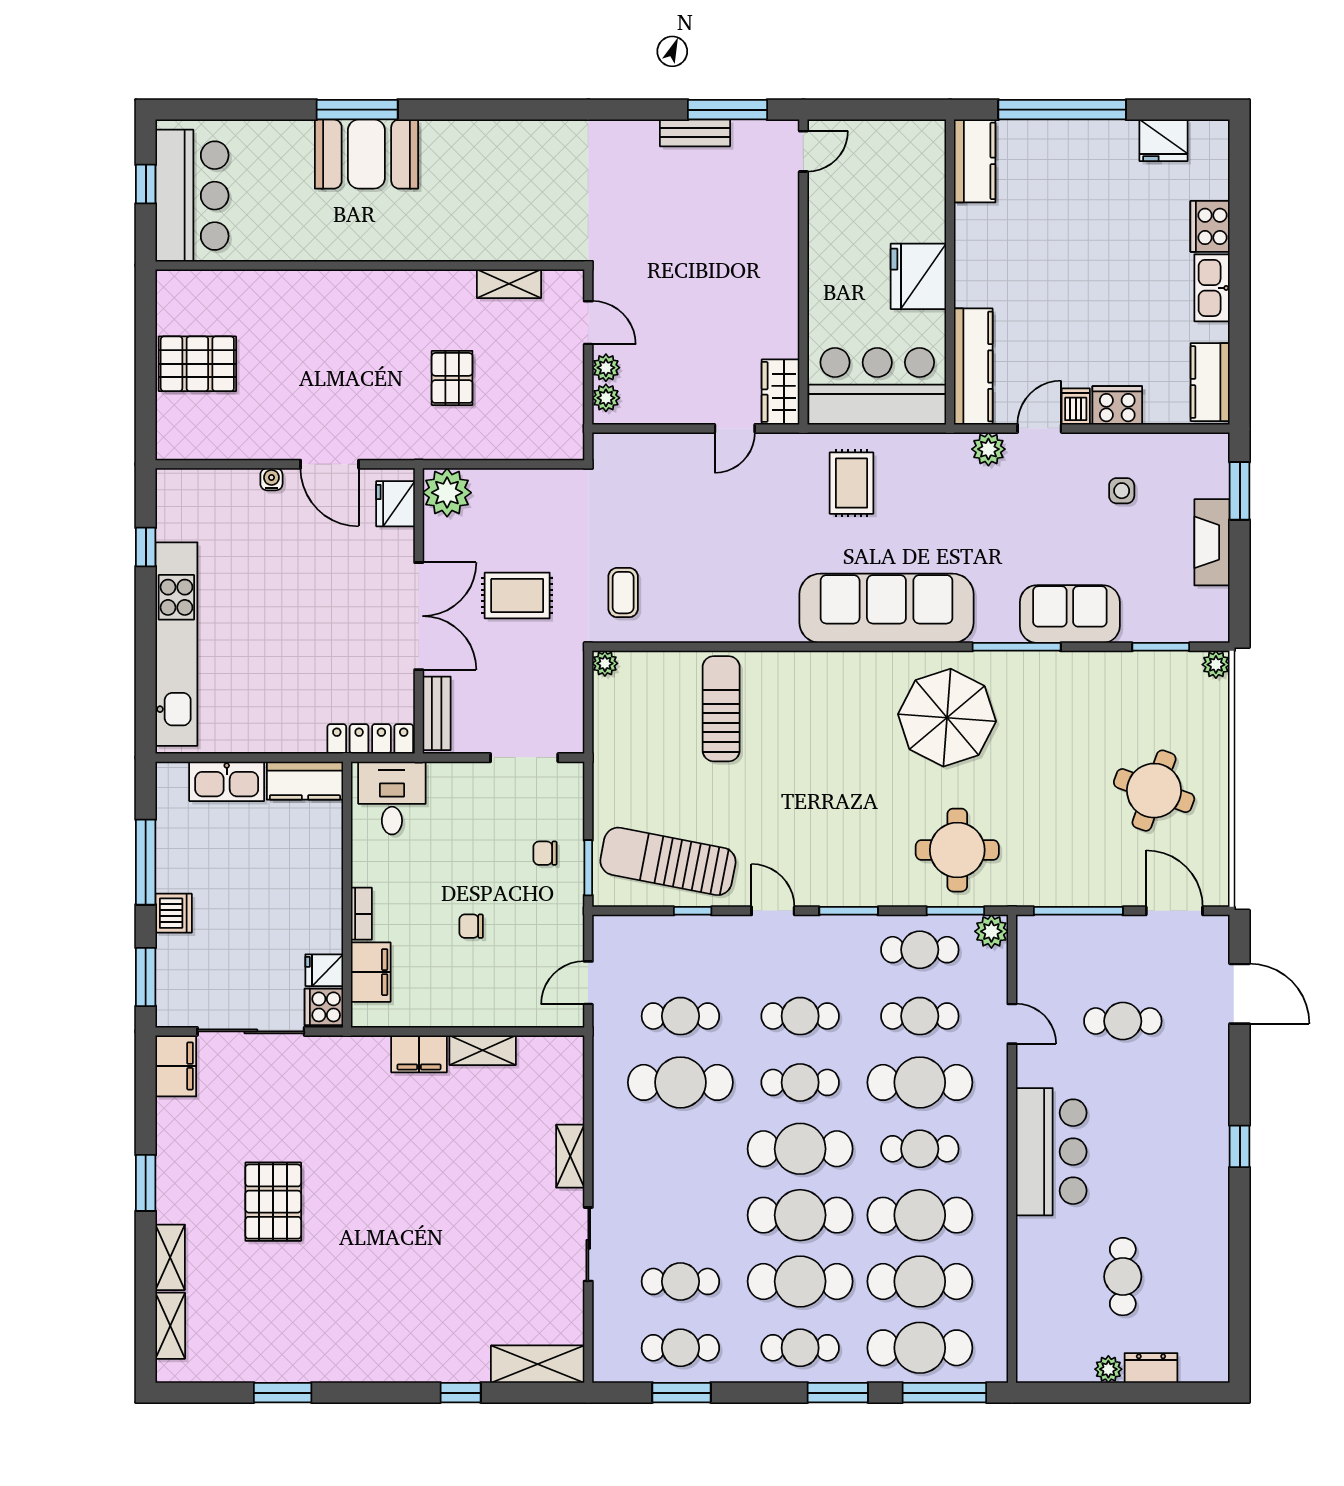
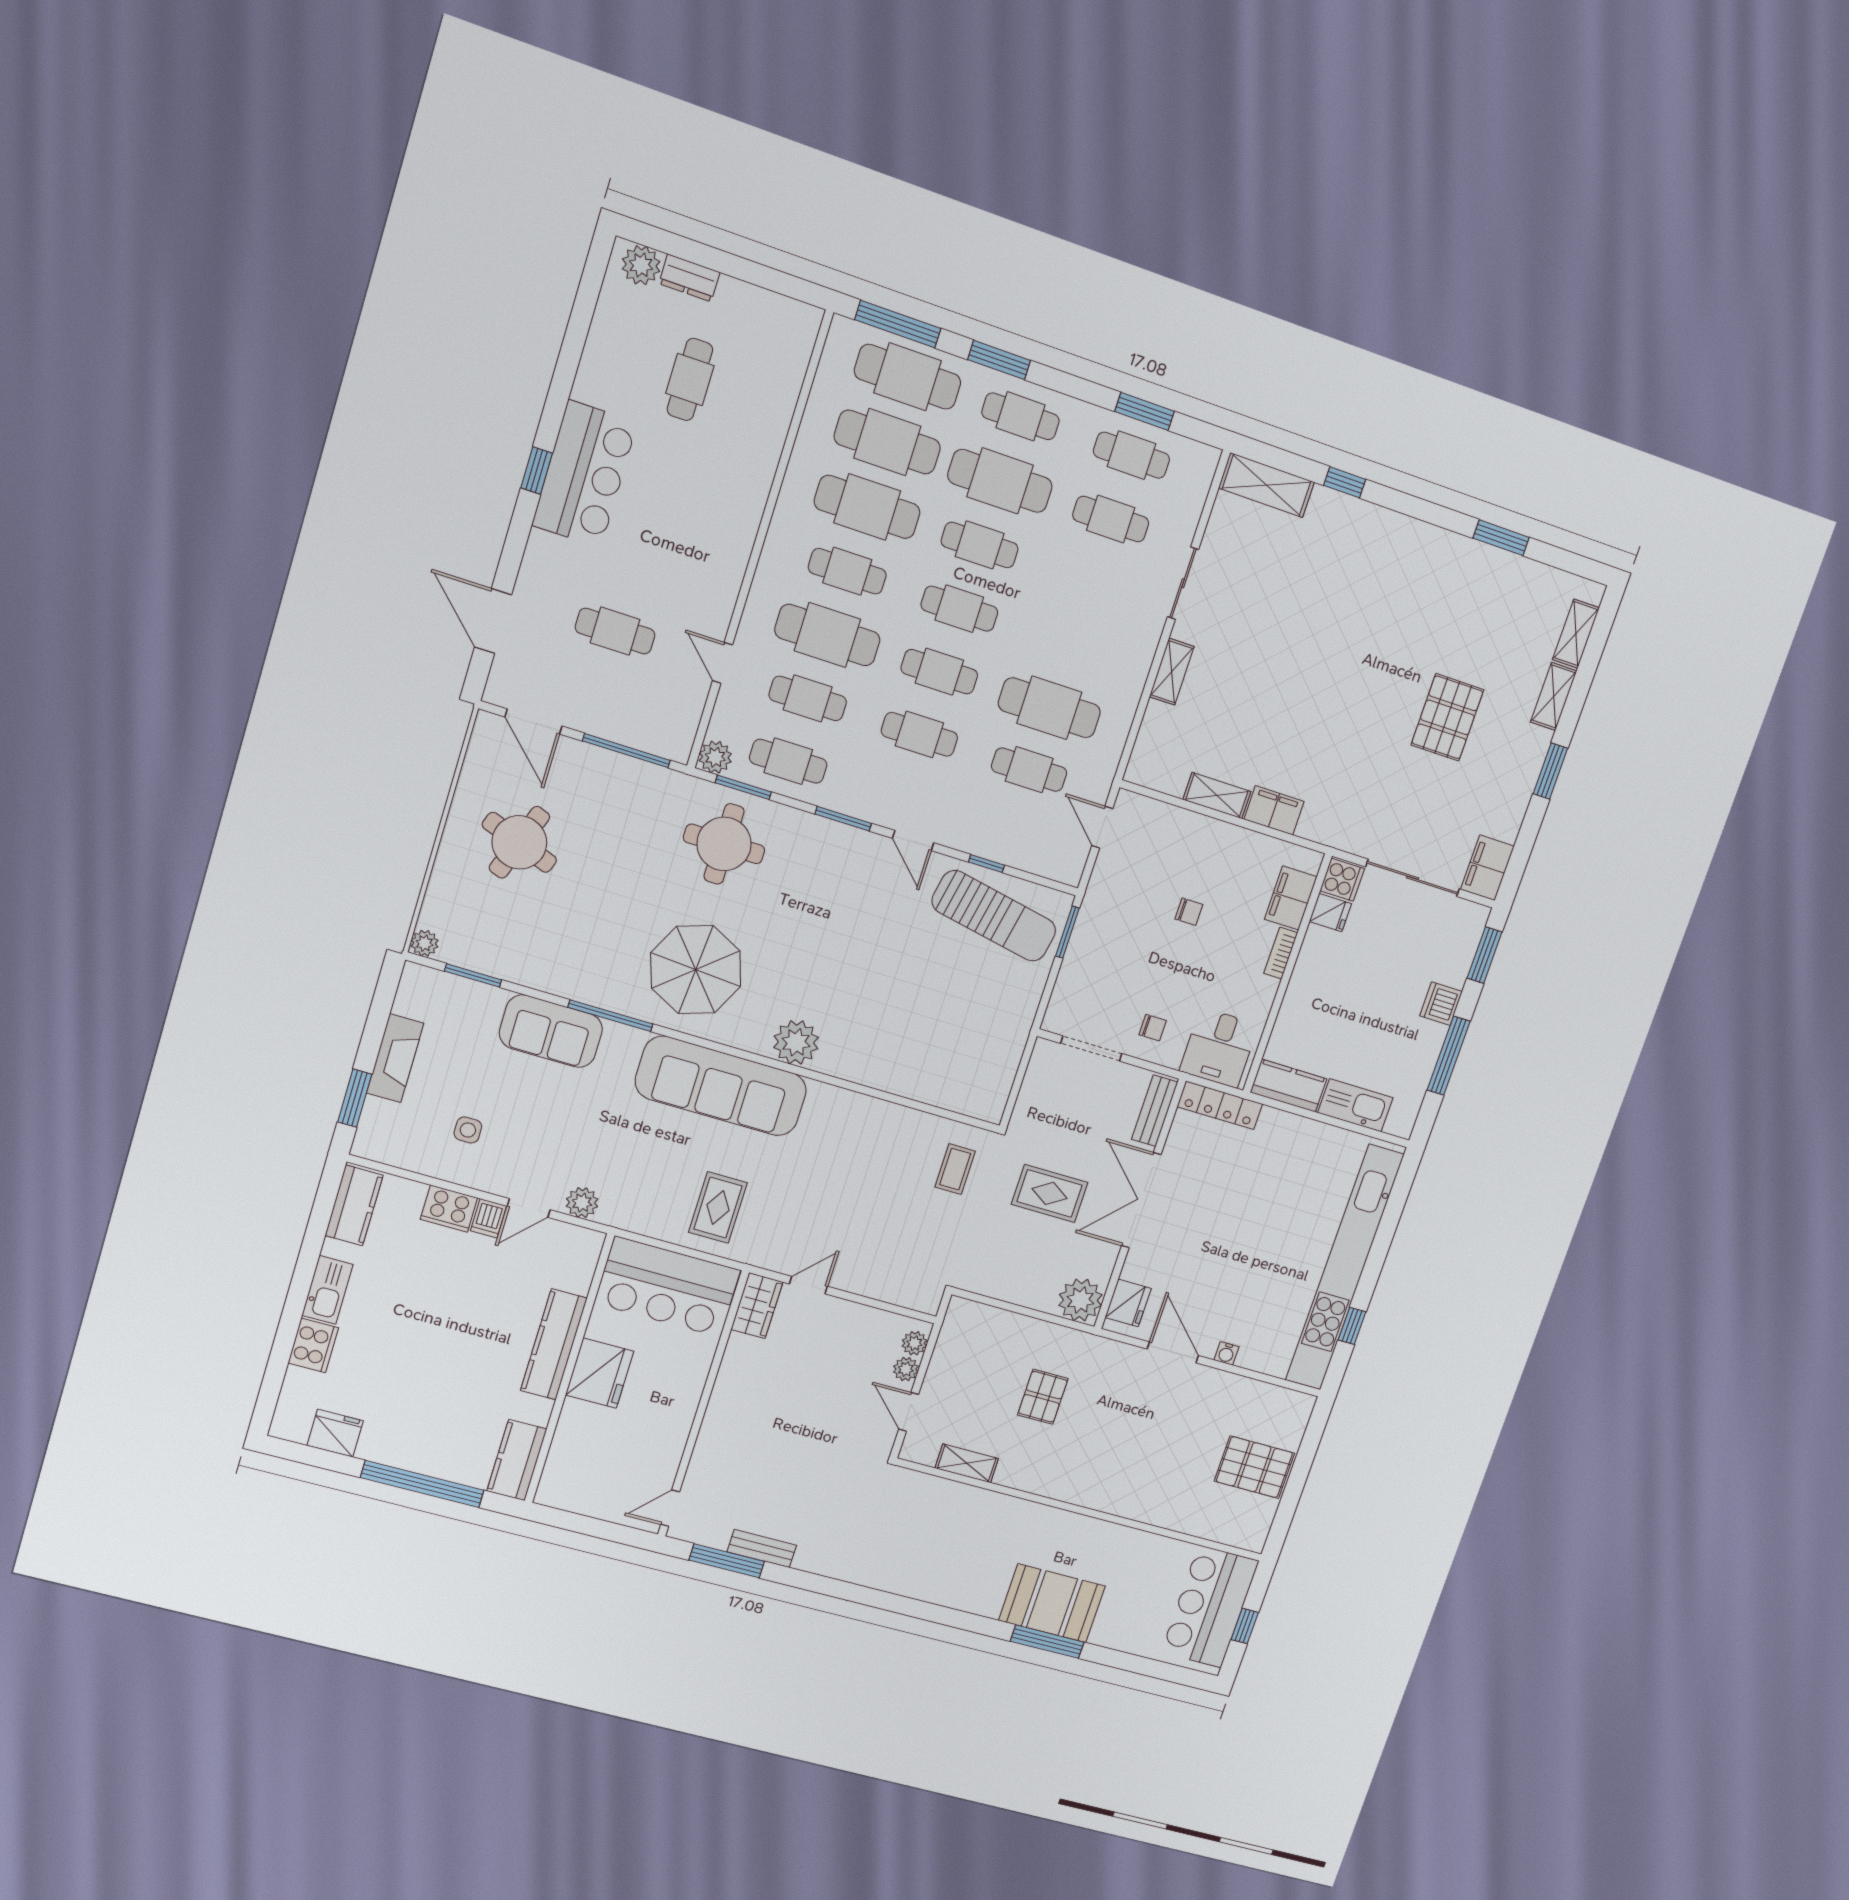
kitchen counter: (973, 366) -> (554, 1344), moved
kitchen unit: (176, 644) -> (1344, 1268), width x1.36
plant: (605, 663) -> (796, 1042), moved, width x1.87, depth x1.87
sun lounger: (721, 709) -> (901, 1040), removed
chair: (545, 853) -> (1153, 1028), moved
door: (588, 983) -> (1102, 827), swing flipped
cafe table: (800, 1149) -> (959, 609), width x0.73, depth x0.74
bar counter: (1051, 1152) -> (585, 474), moved, turned 180
cafe table: (800, 1215) -> (980, 545), width x0.73, depth x0.74
plant: (1108, 1369) -> (641, 265), moved, width x1.38, depth x1.38

